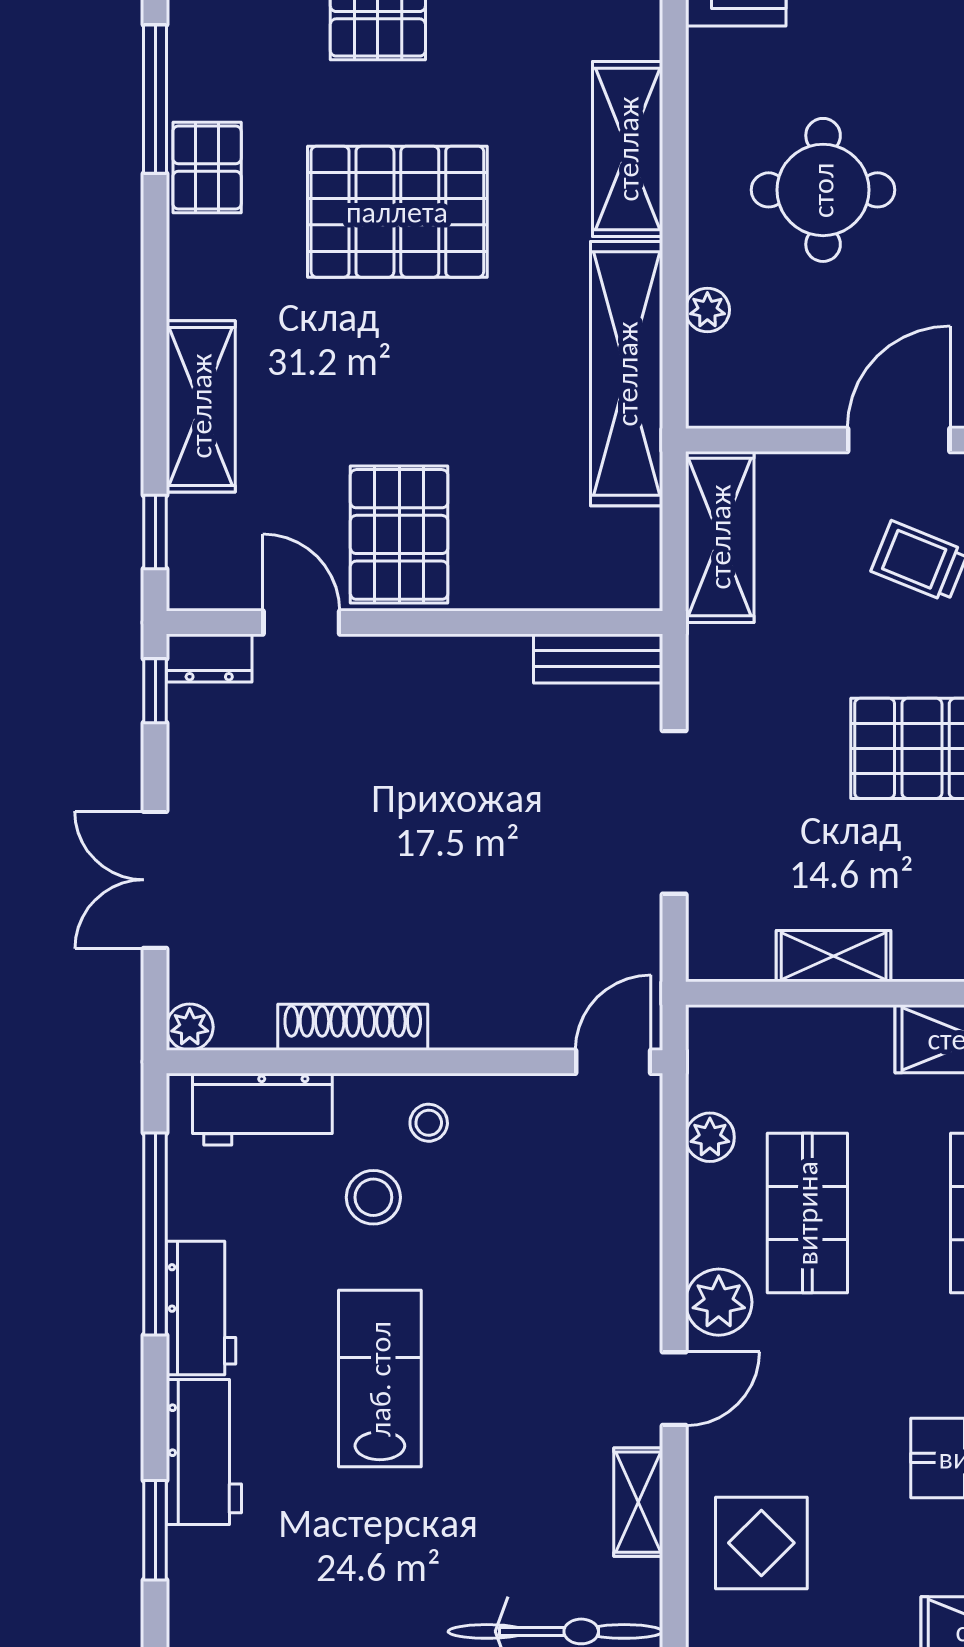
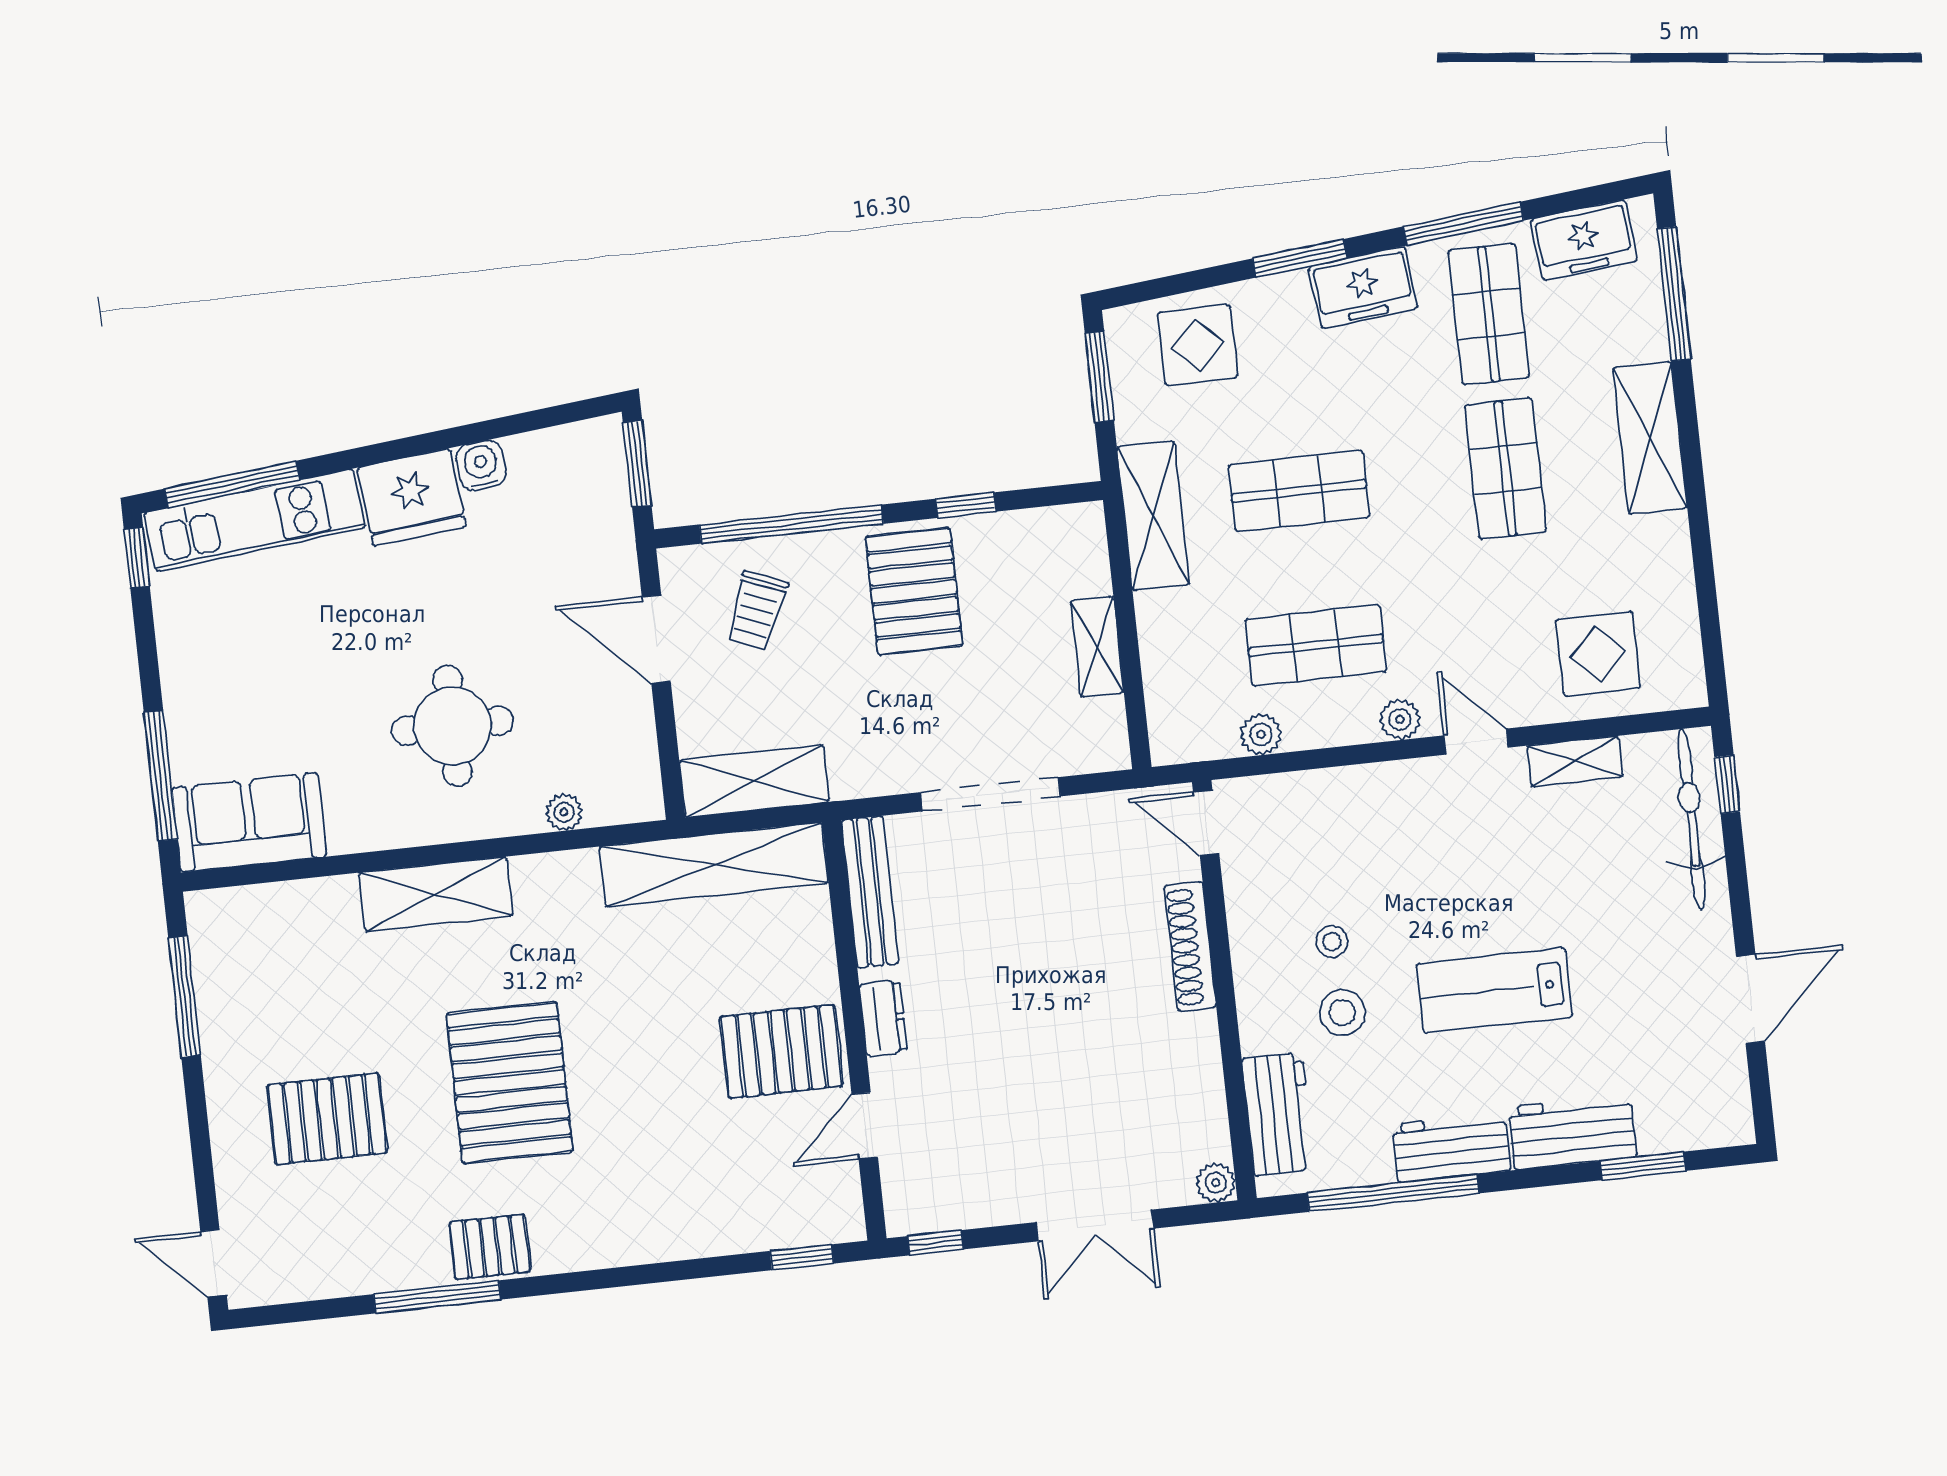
shelving: (627, 374) -> (714, 865), moved
shelving: (201, 406) -> (692, 1230), removed
dresser: (209, 658) -> (883, 1018), moved
bench: (598, 659) -> (870, 892), width x1.36
shoe rack: (353, 1027) -> (1190, 947), moved
stool: (429, 1123) -> (1332, 942), moved
plant: (719, 1302) -> (1400, 720), width x0.73, depth x0.73

